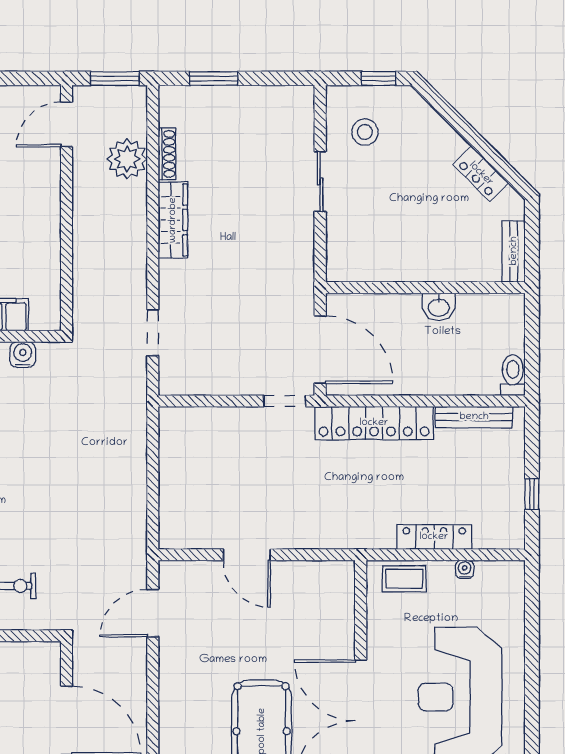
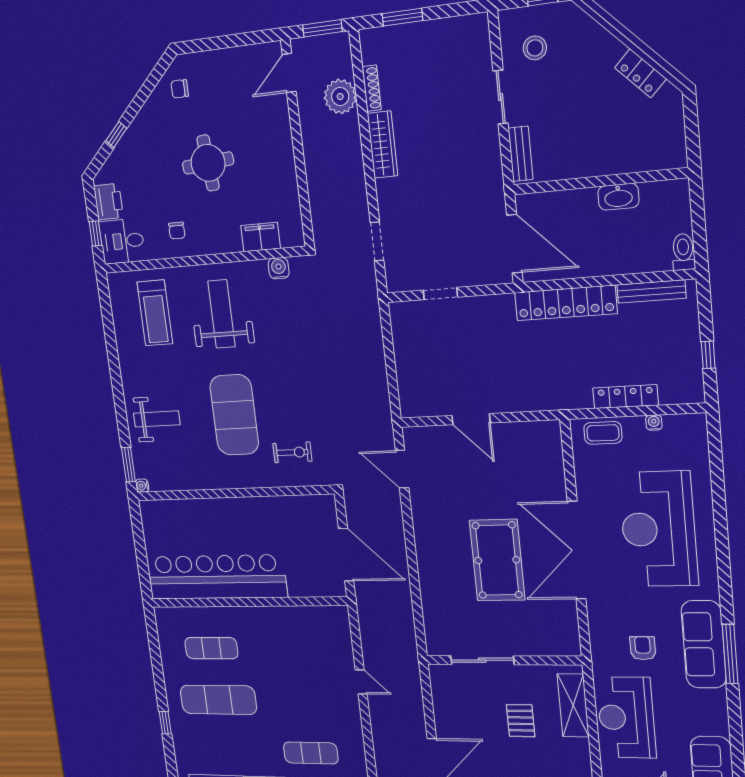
bench: (514, 251) -> (521, 154), moved
washbasin: (439, 307) -> (618, 197), width x1.38
doorway: (285, 401) -> (440, 294), moved
door: (153, 613) -> (402, 469), hinge flipped

